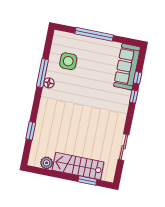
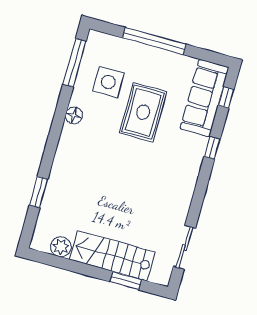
window: (42, 73) -> (74, 63), moved
rug: (91, 78) -> (143, 112), added
window: (138, 78) -> (226, 98), moved
sliding door: (124, 147) -> (184, 247), moved

